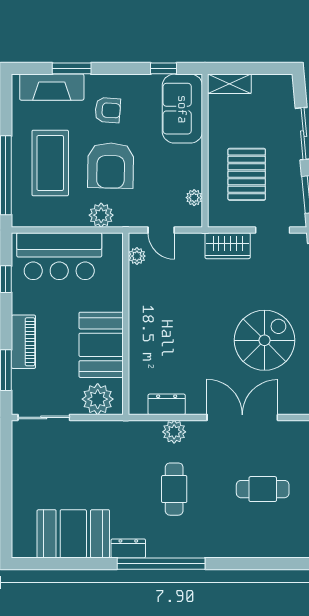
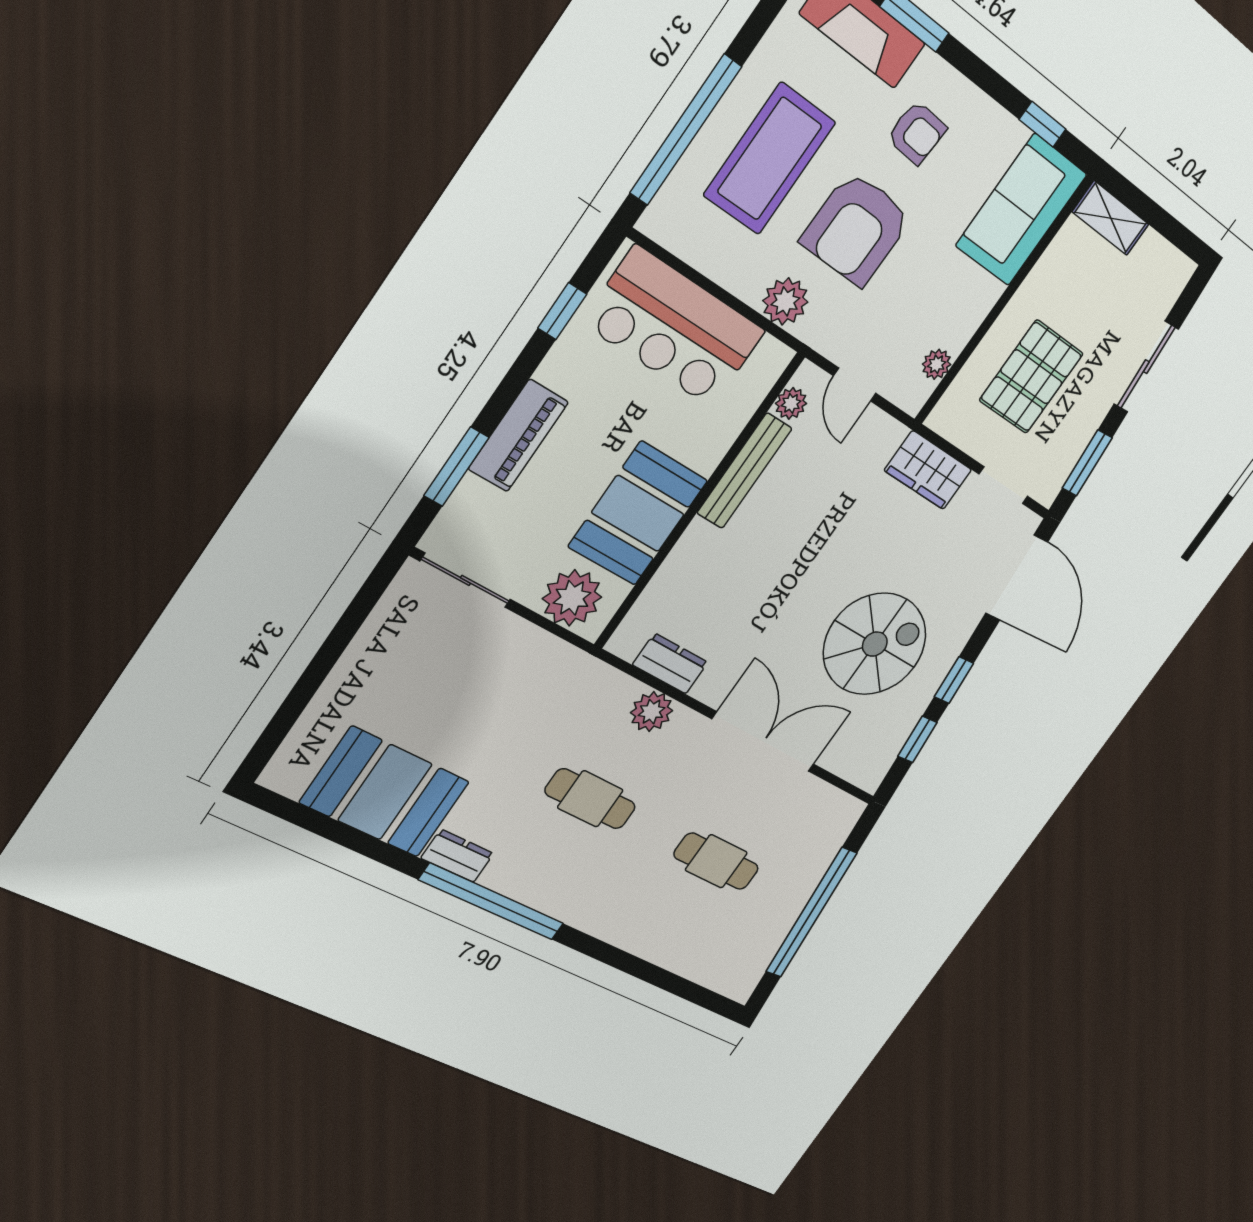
bench: (137, 298) -> (744, 471), added
cafe table: (174, 489) -> (590, 799), turned 90

